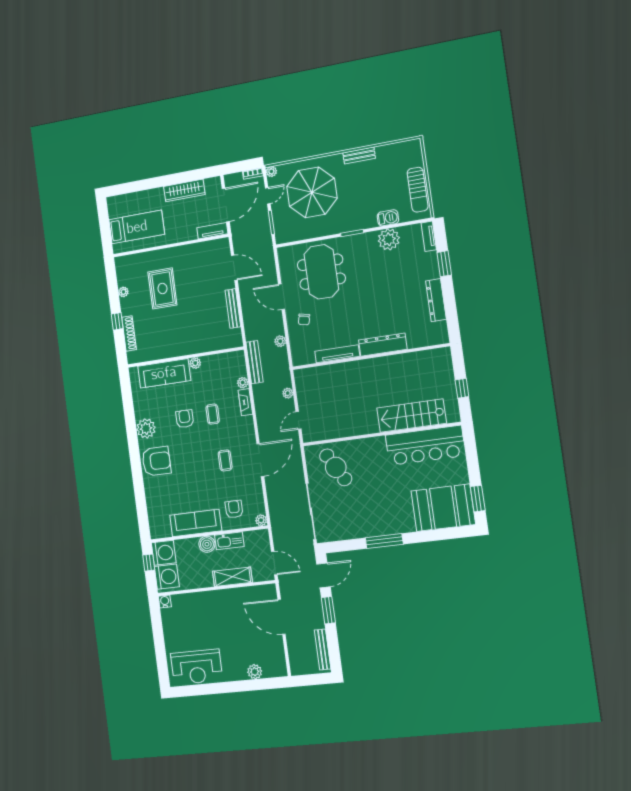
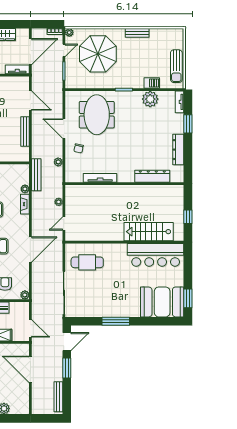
dresser: (383, 345) -> (152, 176), moved
cafe table: (336, 467) -> (87, 262), turned -60

